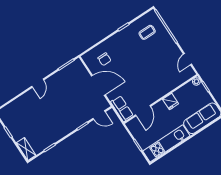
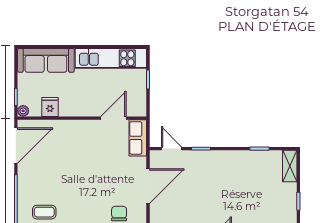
door: (188, 59) -> (16, 146), width x1.88
door: (98, 85) -> (148, 186), swing flipped
fridge: (171, 102) -> (50, 107), moved

